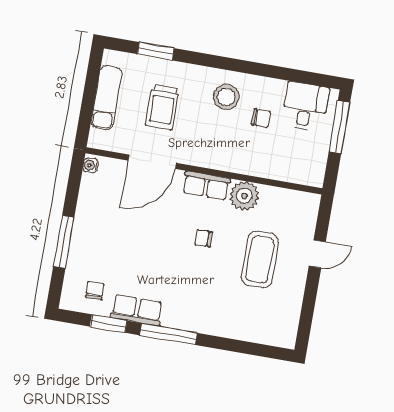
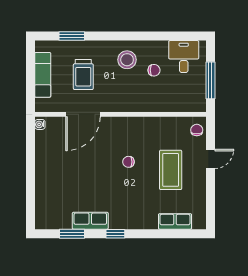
window: (339, 127) -> (210, 80), moved
row of seats: (206, 185) -> (175, 221), moved, turned 180
plant: (244, 196) -> (152, 127), removed
window: (64, 242) -> (30, 182), removed
chair: (95, 291) -> (197, 130), moved
window: (168, 334) -> (115, 234), width x0.46

